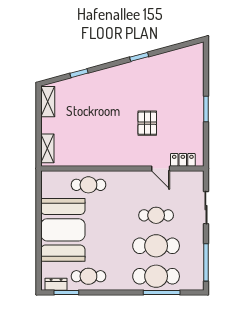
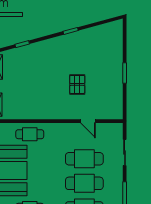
locker: (183, 160) -> (106, 114), removed
cafe table: (156, 215) -> (84, 159), width x1.37, depth x1.35

